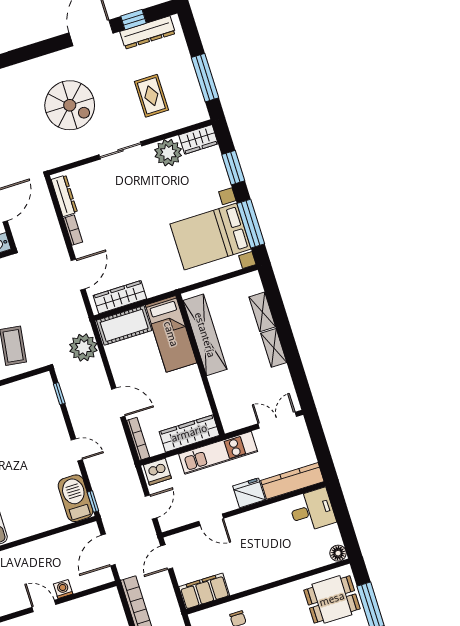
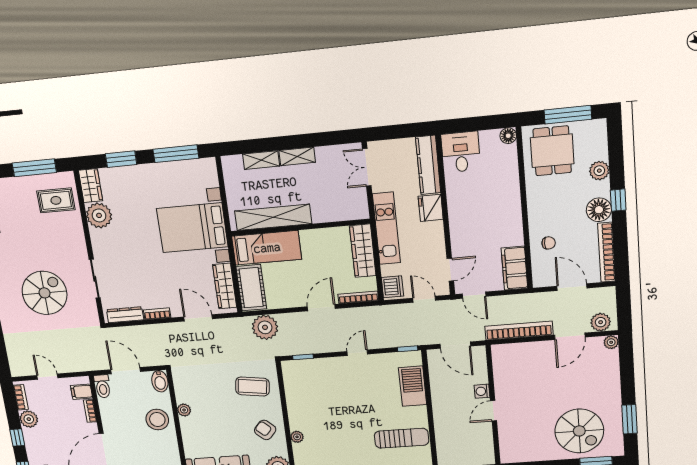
rug: (151, 96) -> (56, 200), moved
sliding door: (120, 150) -> (95, 279), moved
bed with nightstands: (211, 237) -> (192, 228), moved, turned 90
barbecue: (75, 498) -> (413, 386), moved, turned 90
door: (211, 520) -> (450, 270), moved

